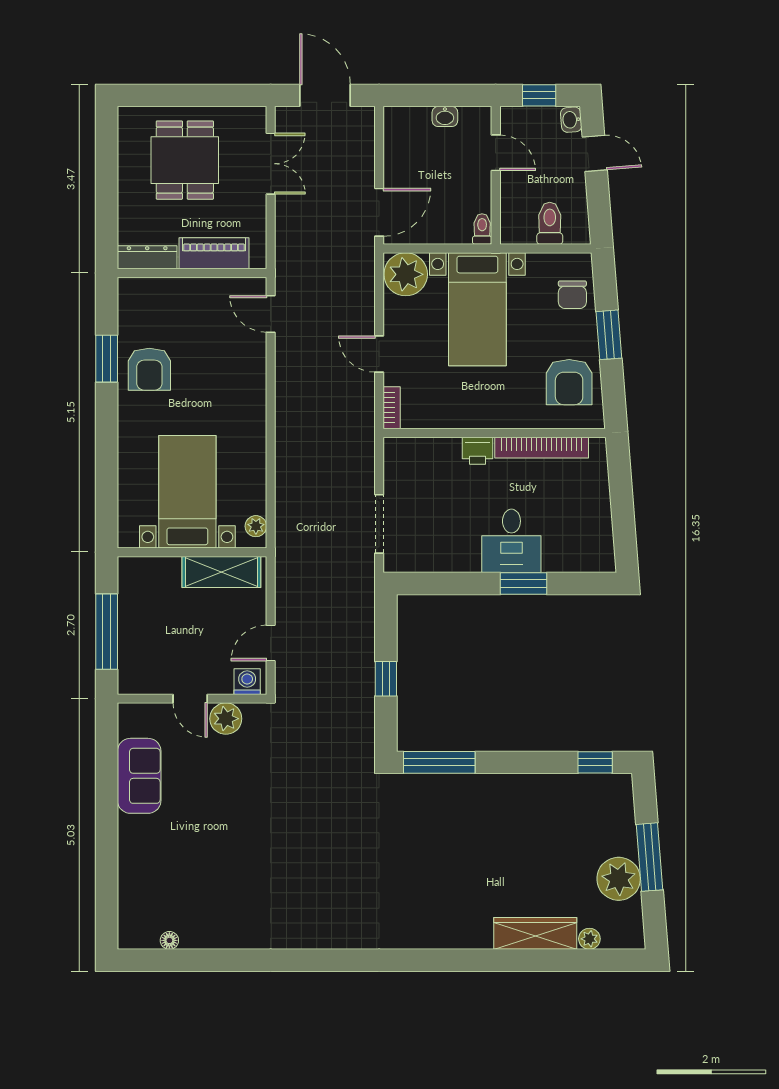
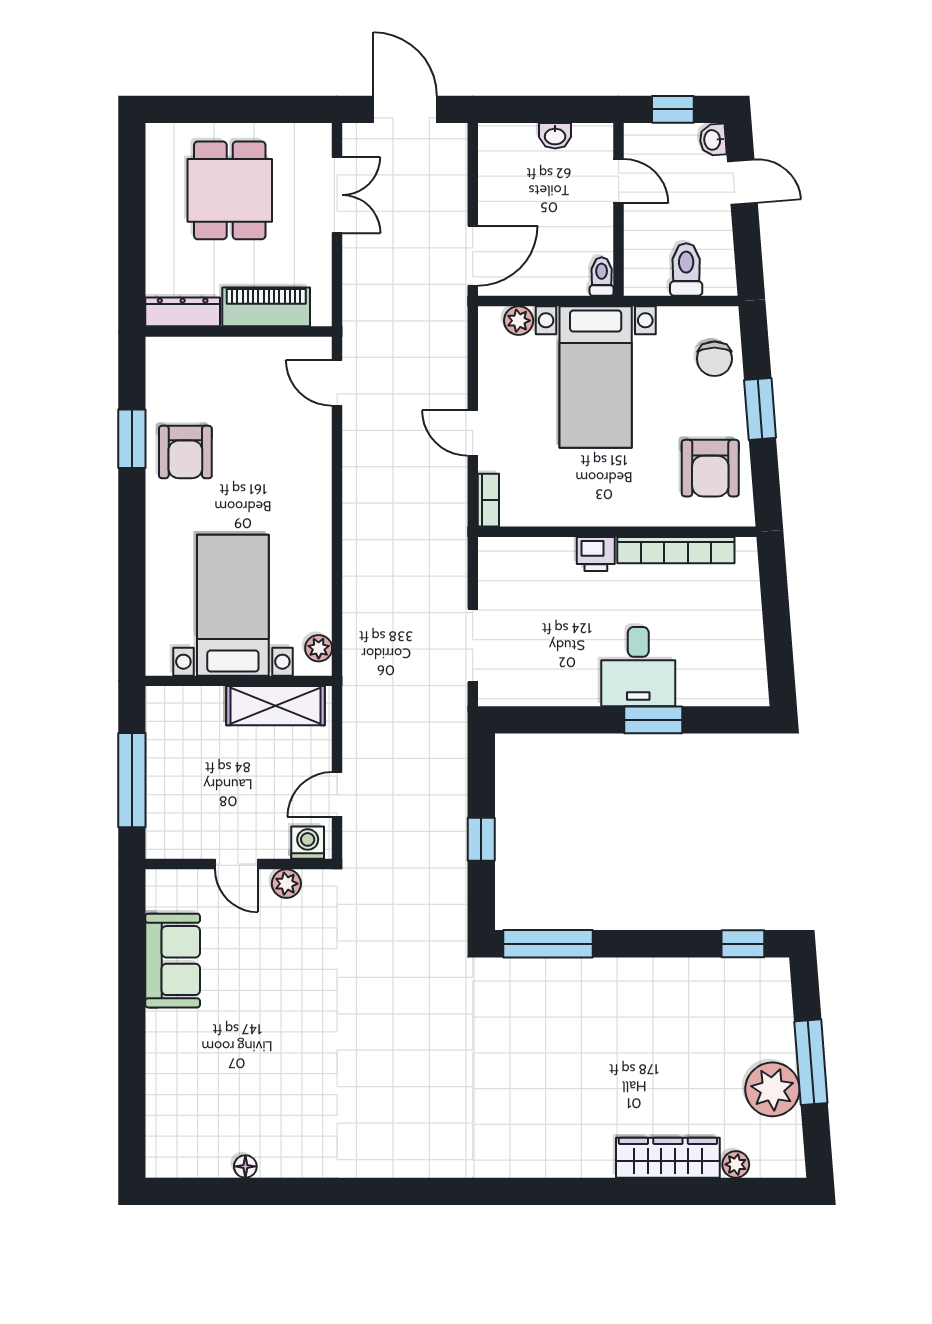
plant: (406, 274) -> (519, 321), width x0.53, depth x0.53
plant: (226, 719) -> (286, 884), width x0.73, depth x0.73
floor lamp: (169, 940) -> (245, 1166), moved

